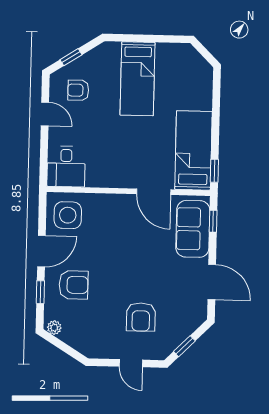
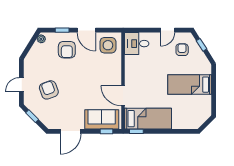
door: (154, 192) -> (123, 96), hinge flipped
armchair: (141, 317) -> (49, 90), turned 70

